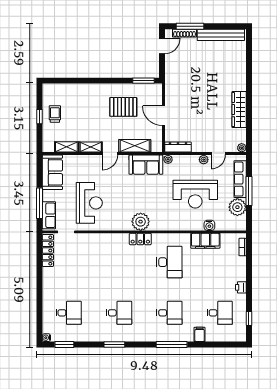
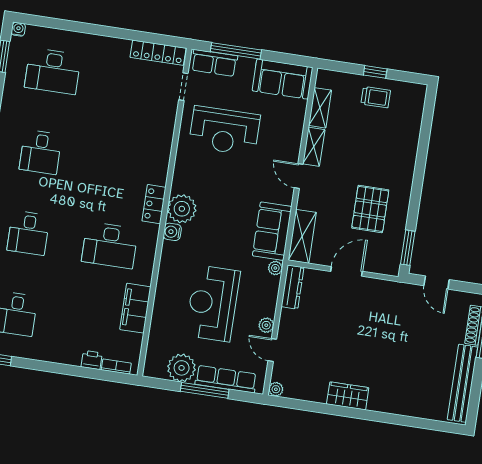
door: (162, 46) -> (437, 283), moved
wardrobe: (239, 110) -> (348, 396), width x0.67
shelving: (135, 146) -> (302, 236), moved
water cooler: (209, 225) -> (172, 232), moved
printer: (241, 287) -> (92, 360), moved
desk: (69, 313) -> (53, 71), width x1.37

